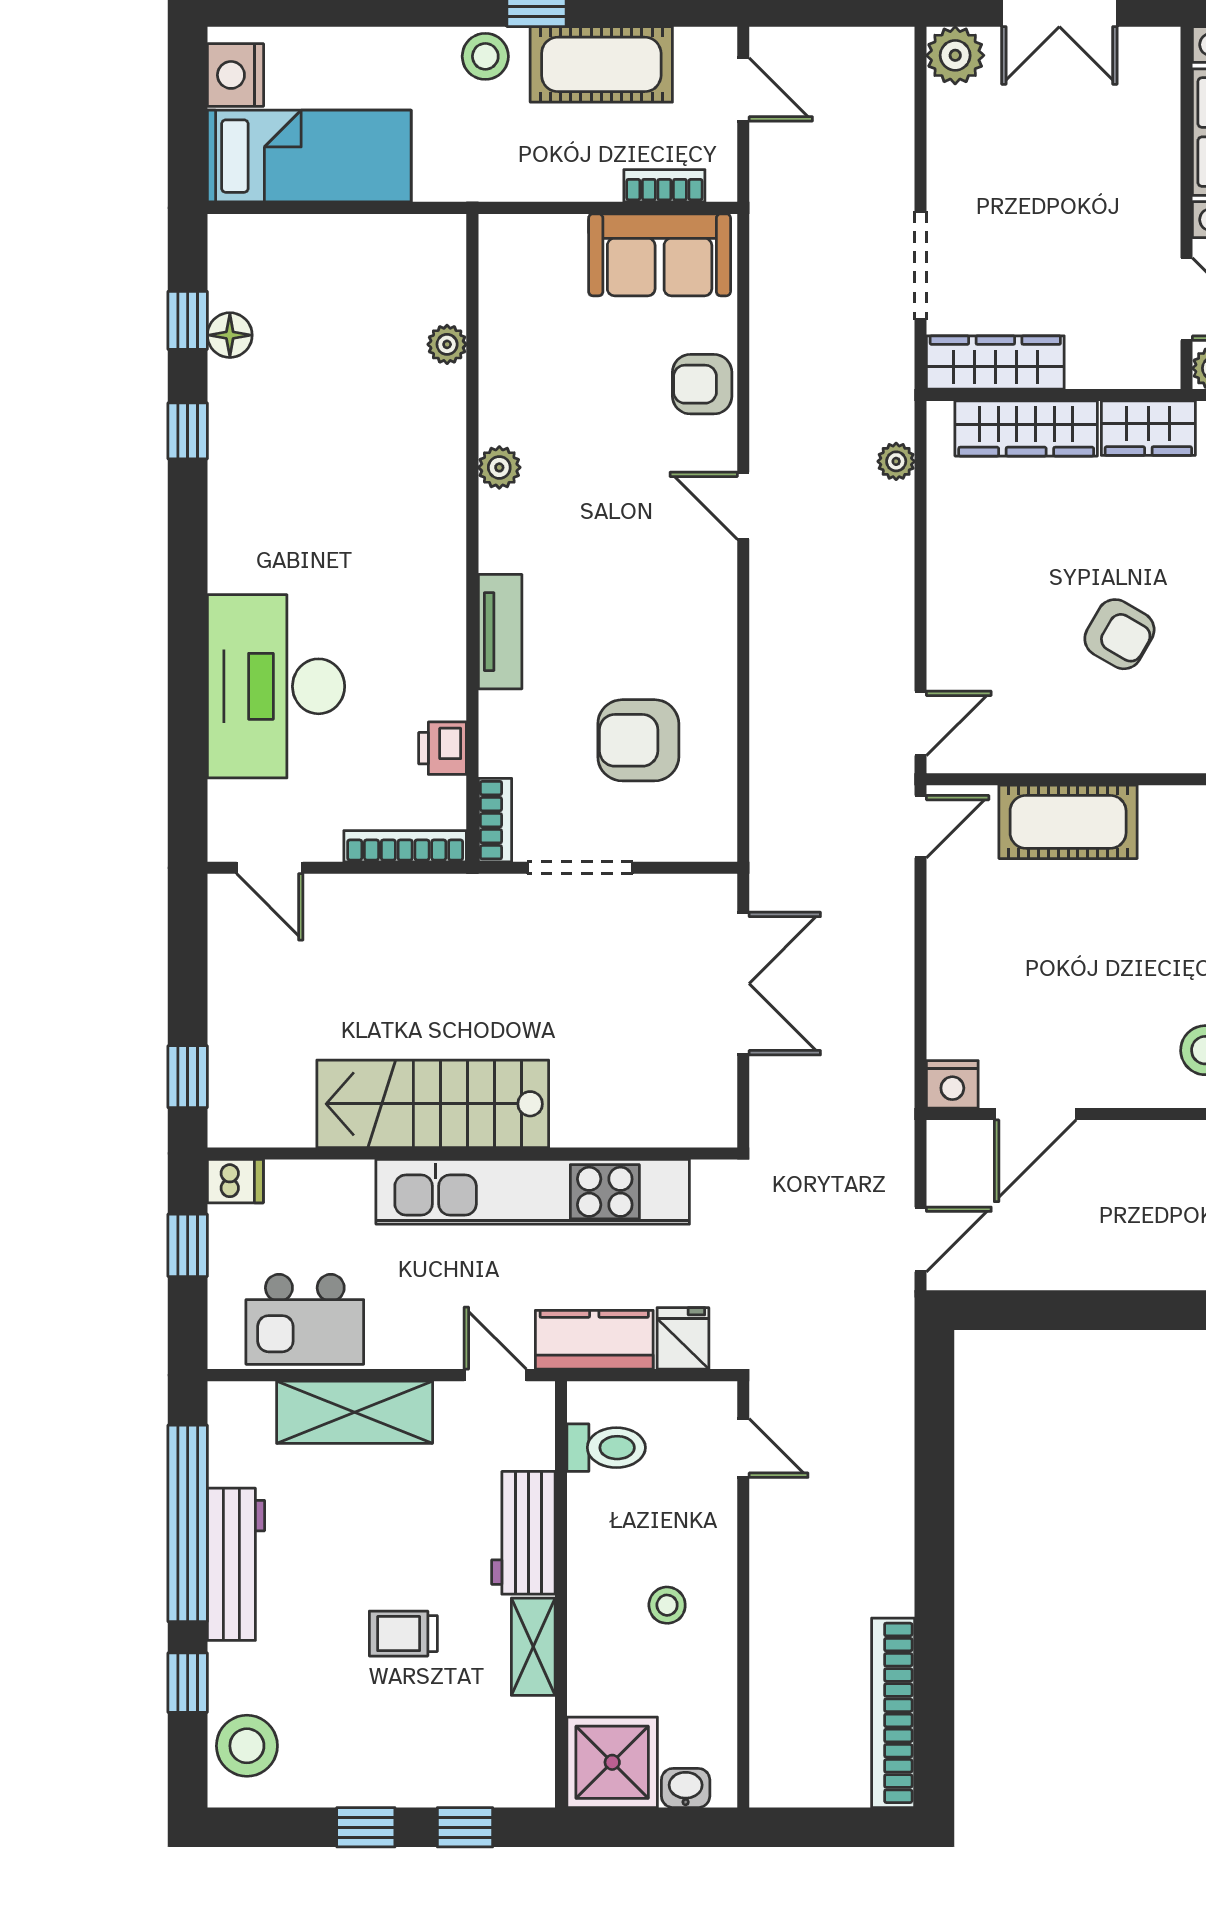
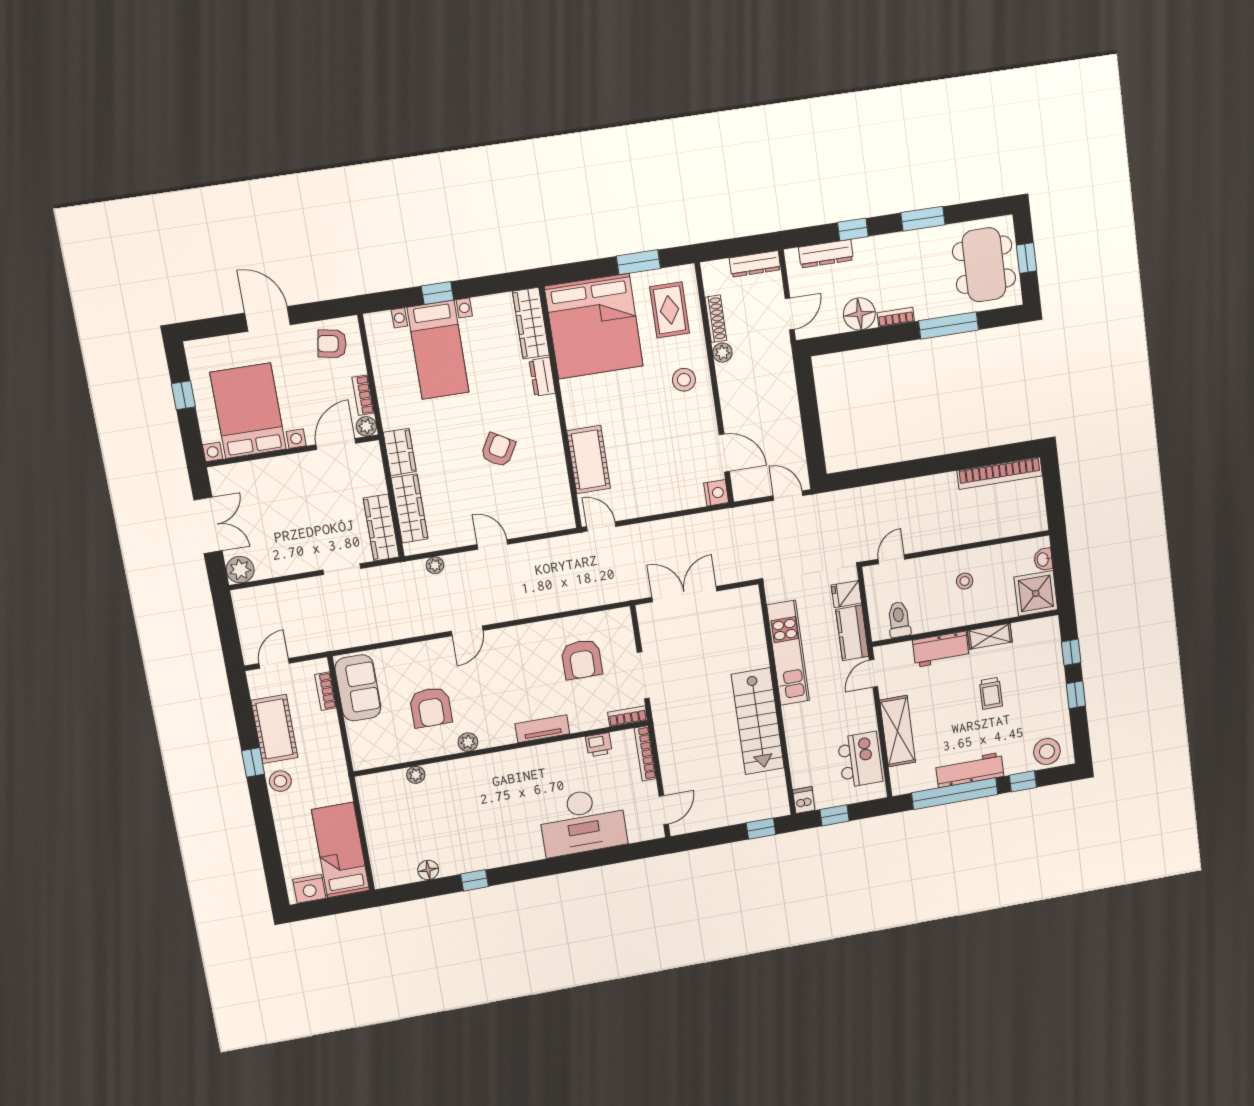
doorway: (921, 265) -> (342, 569), width x0.73
window: (188, 320) -> (425, 889), removed
armchair: (702, 384) -> (431, 707), moved, width x1.38, depth x1.38
door: (921, 723) -> (492, 544), moved
kitchen unit: (533, 1192) -> (788, 653), width x0.73

